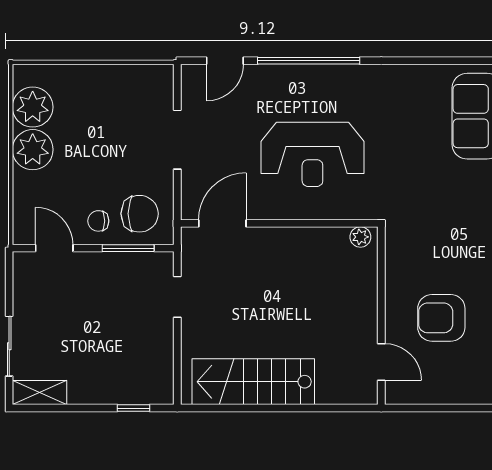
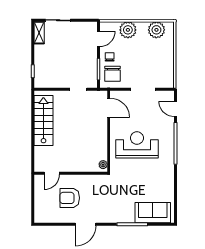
plant: (33, 150) -> (128, 30), moved
reception desk: (312, 154) -> (137, 145), turned 90
armchair: (441, 318) -> (70, 198), turned -90

